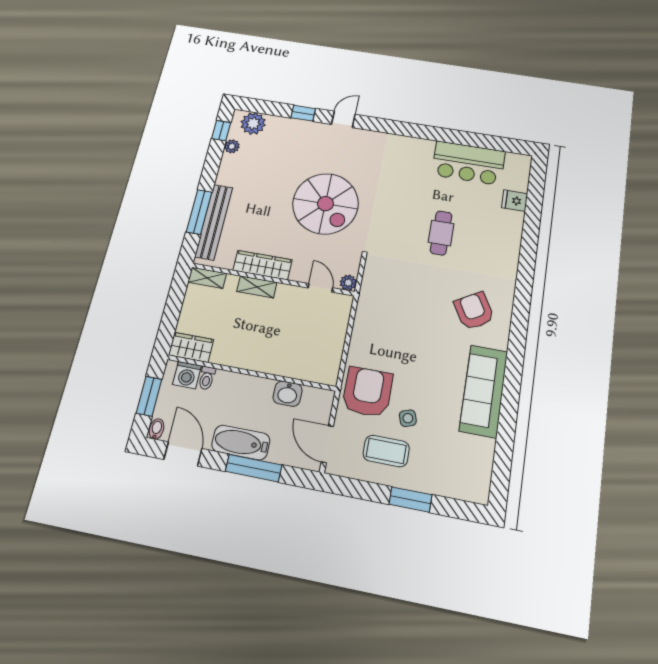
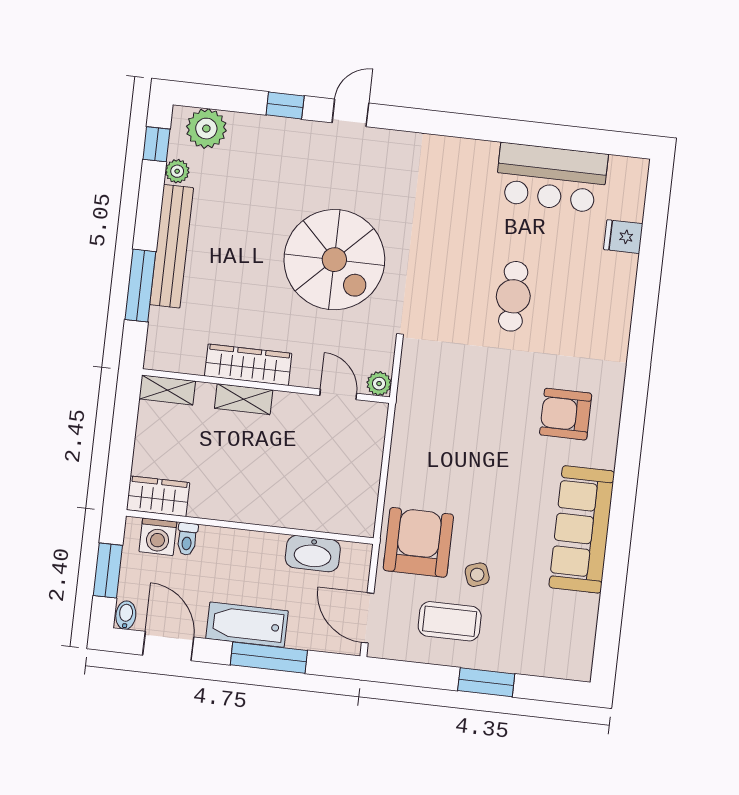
bench: (214, 222) -> (172, 246), moved
armchair: (474, 311) -> (566, 414), turned -60
washbasin: (288, 394) -> (313, 554), width x1.38

